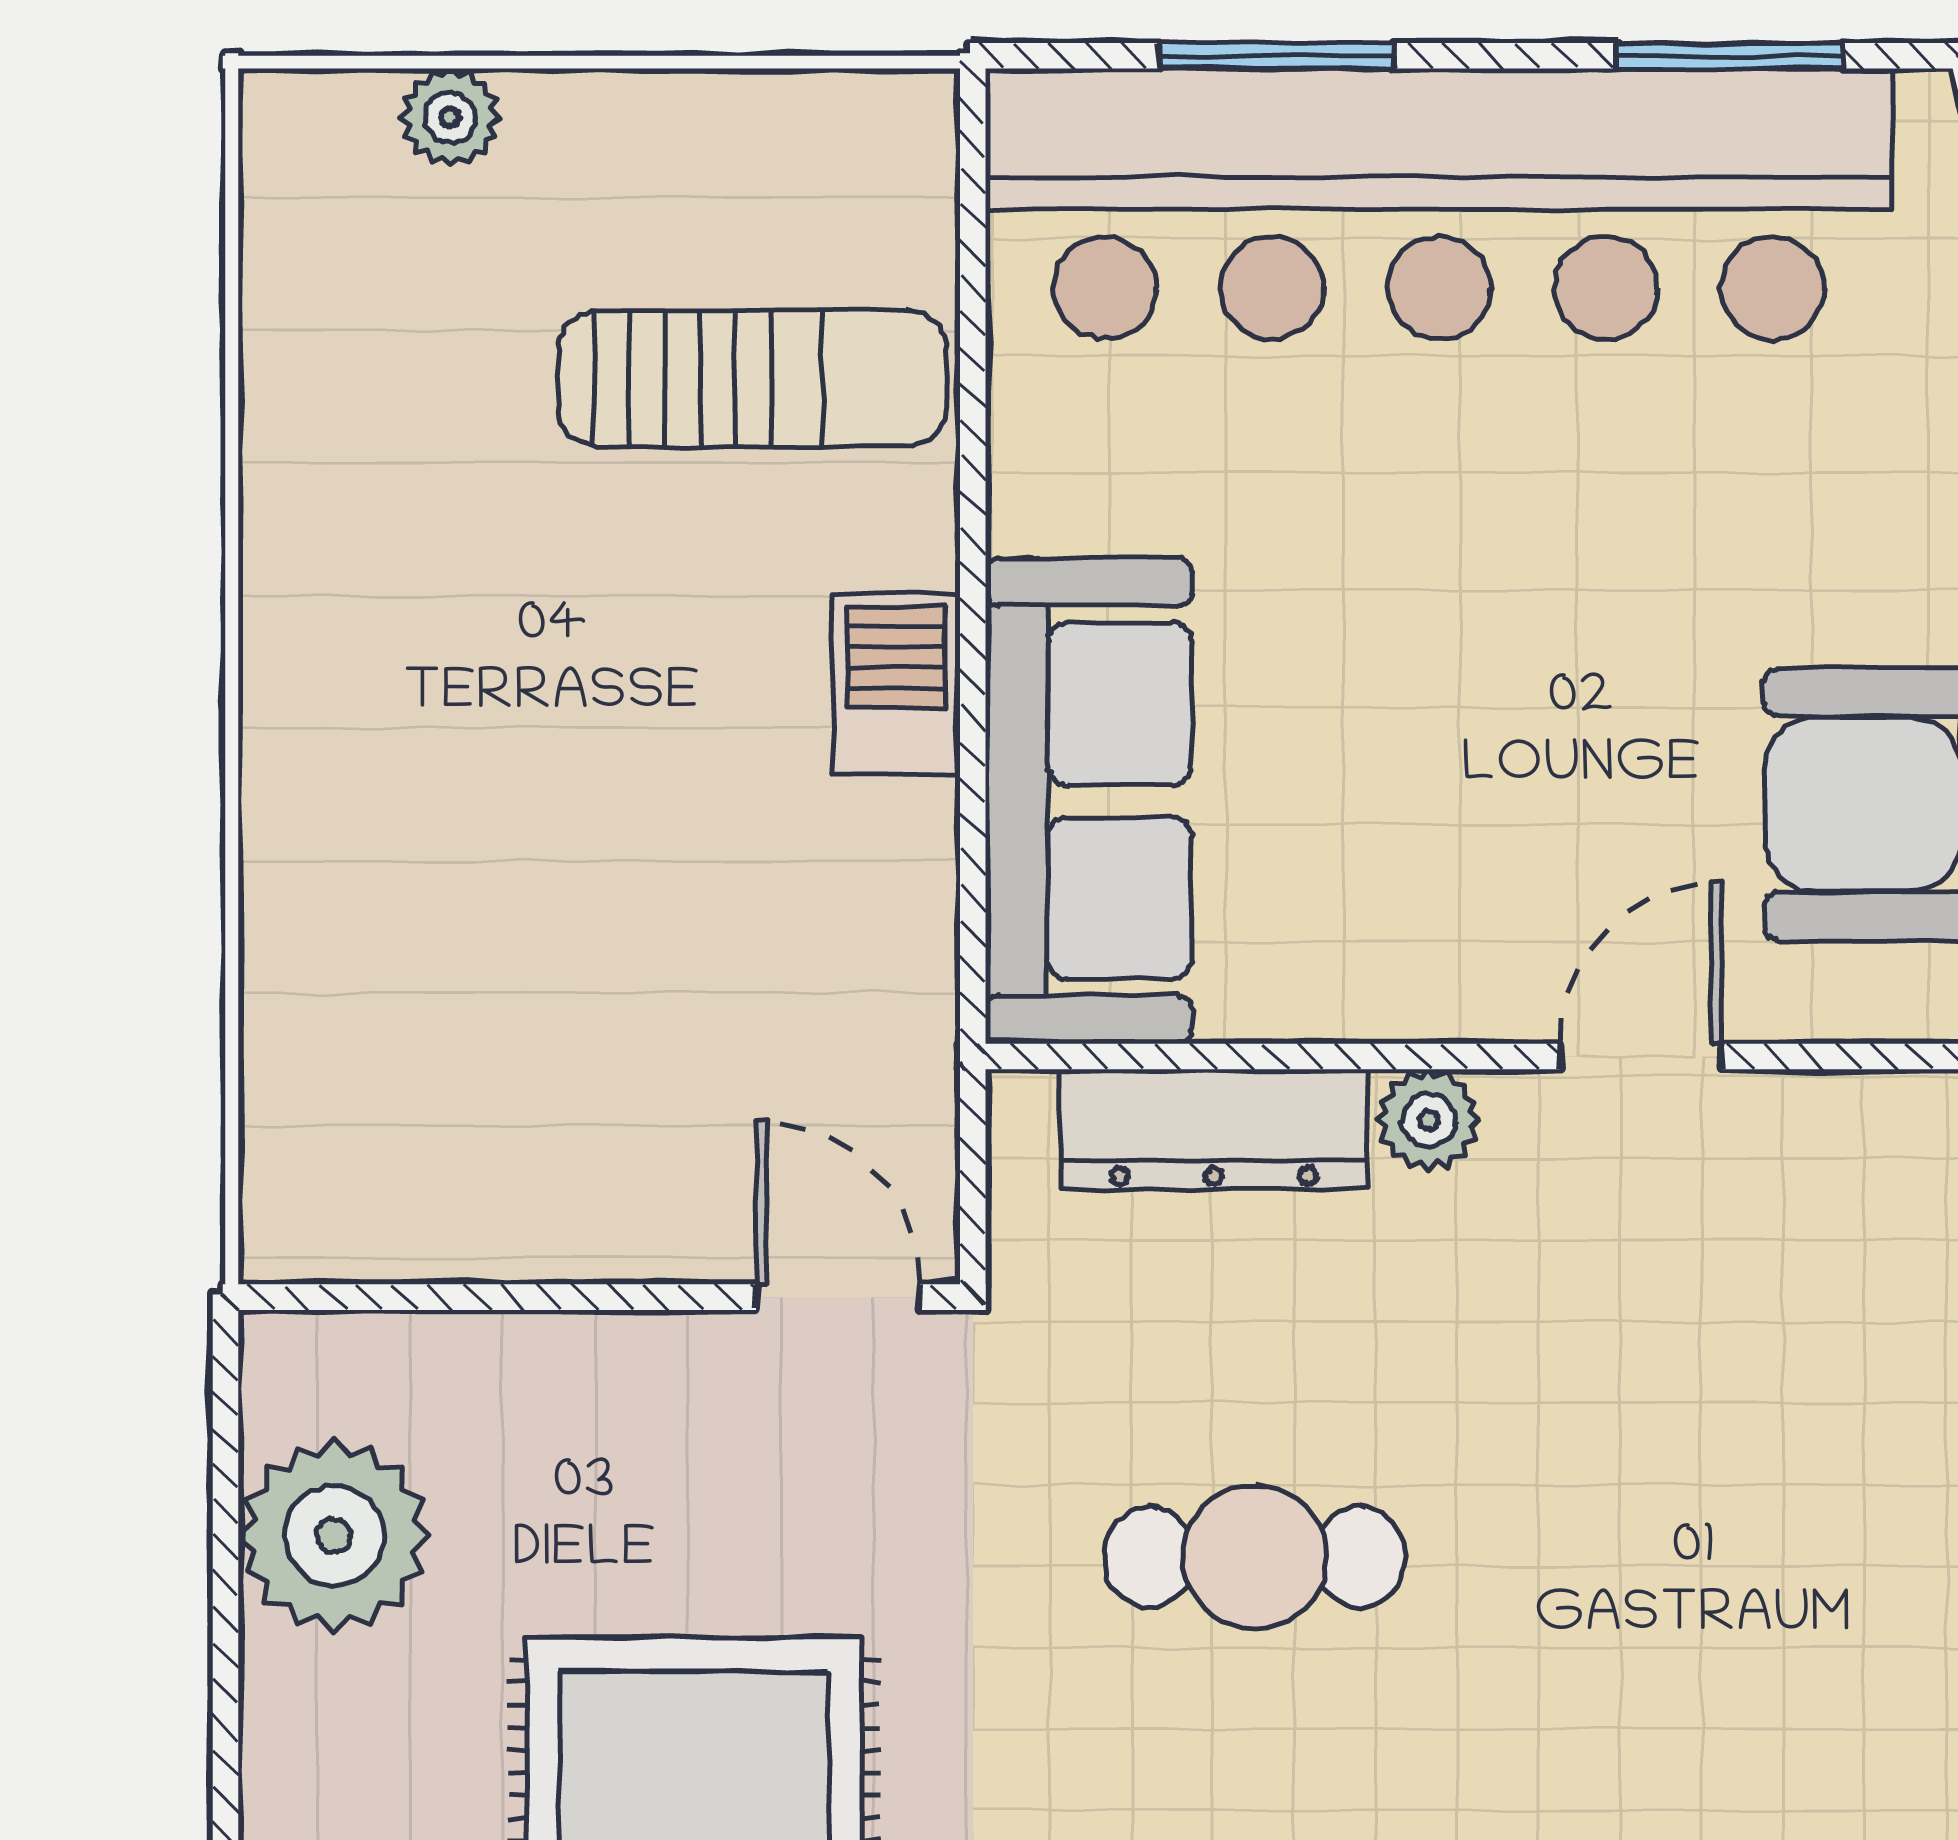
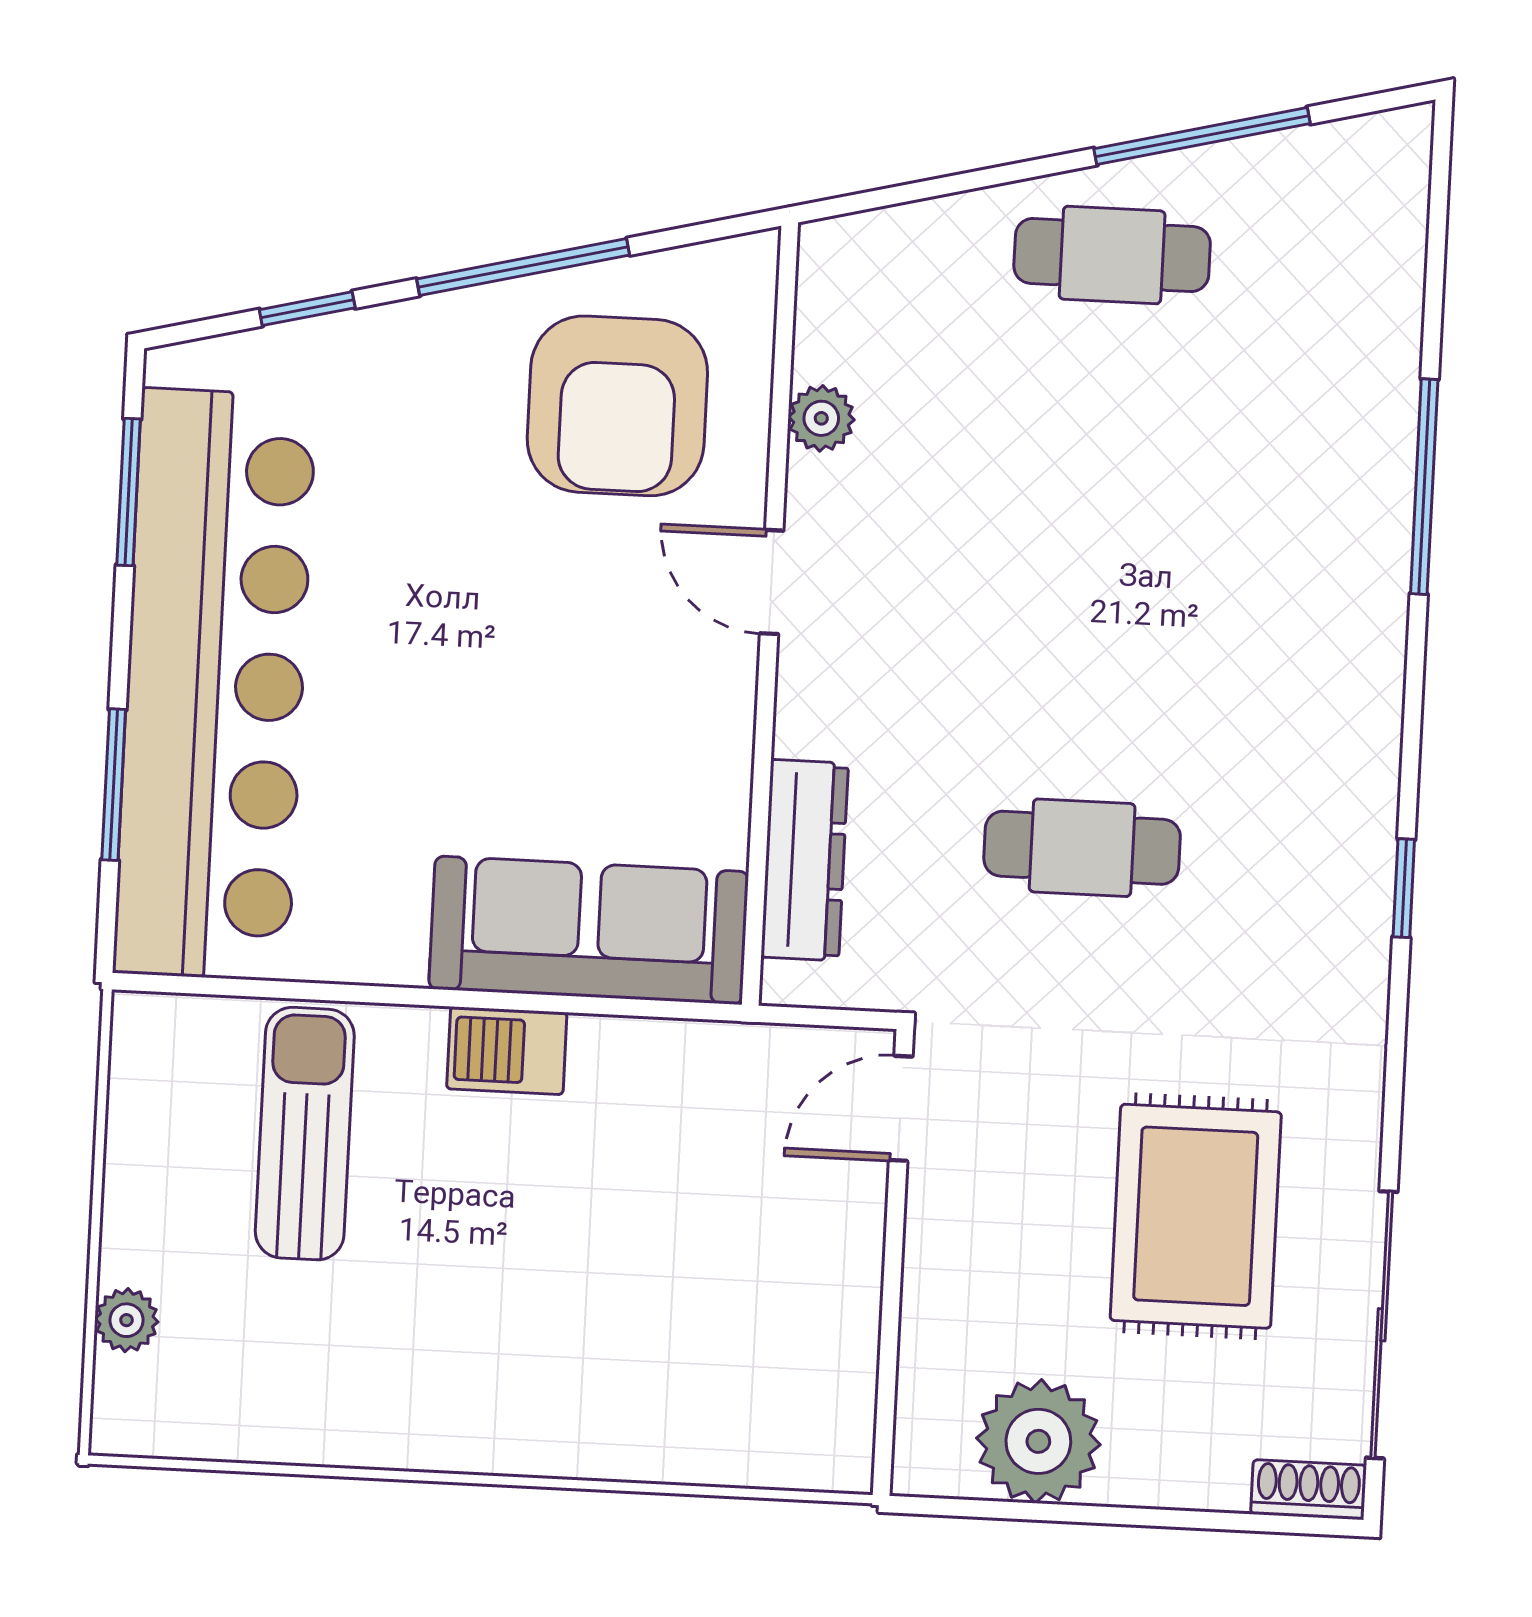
plant: (1429, 1120) -> (821, 418), moved
cafe table: (1255, 1557) -> (1082, 848), turned 90

